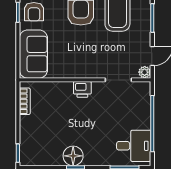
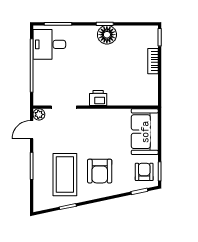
bookcase: (25, 101) -> (153, 61), moved

